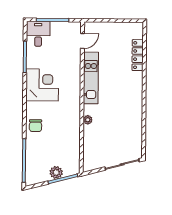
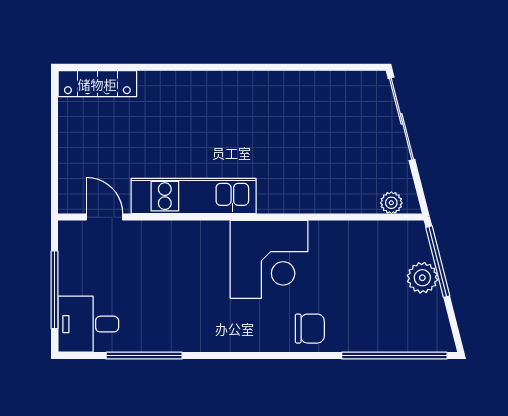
locker: (138, 55) -> (97, 84), moved
corner desk: (42, 85) -> (269, 259), moved, turned 180
plant: (88, 120) -> (391, 203), moved

